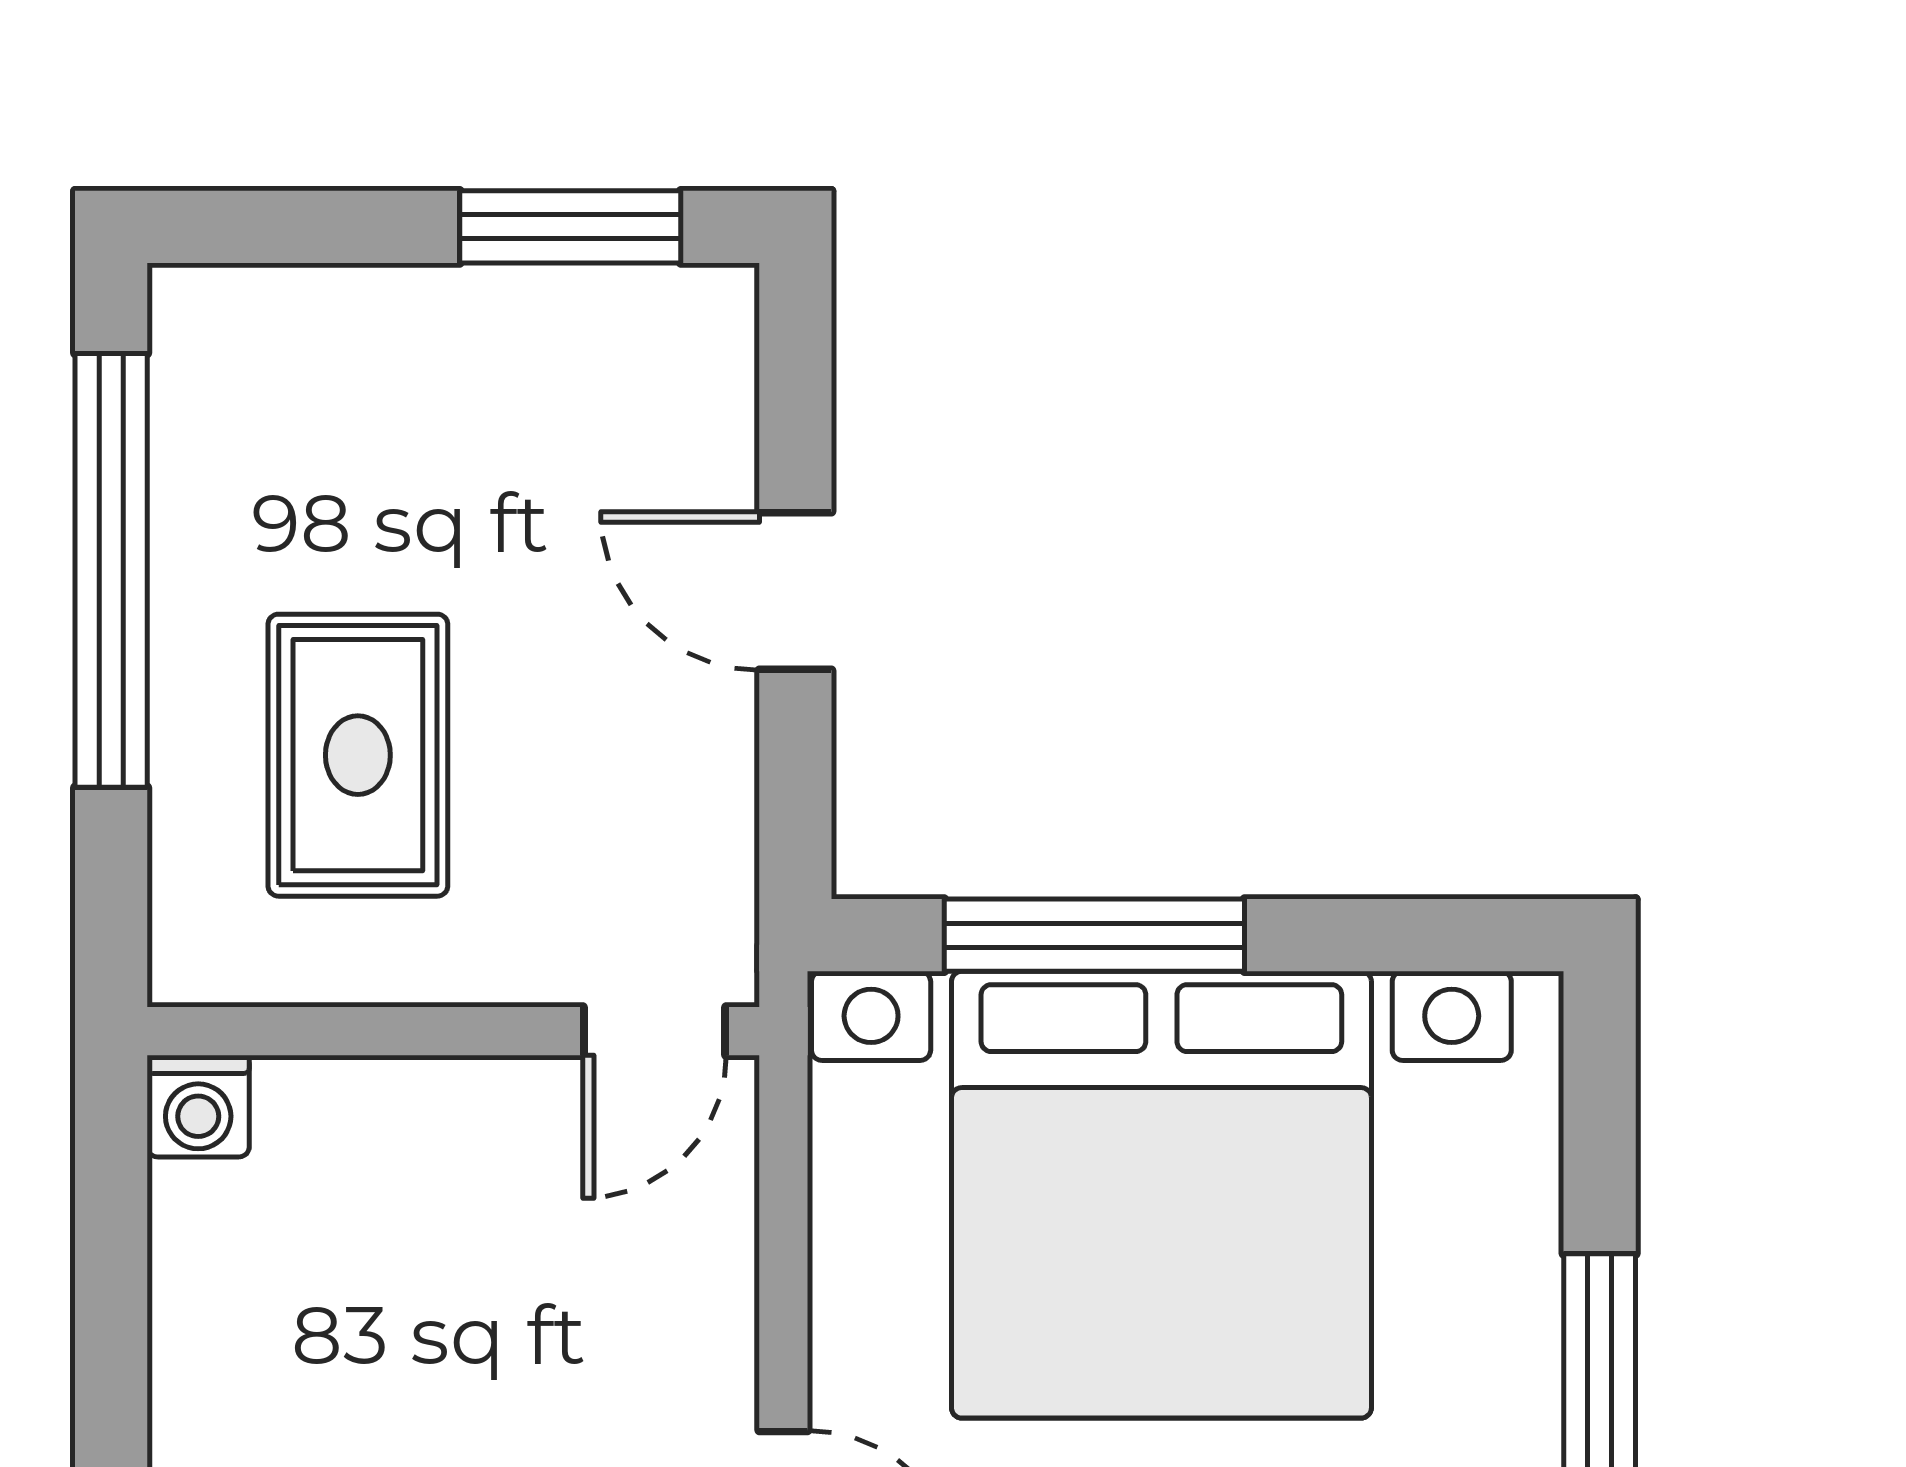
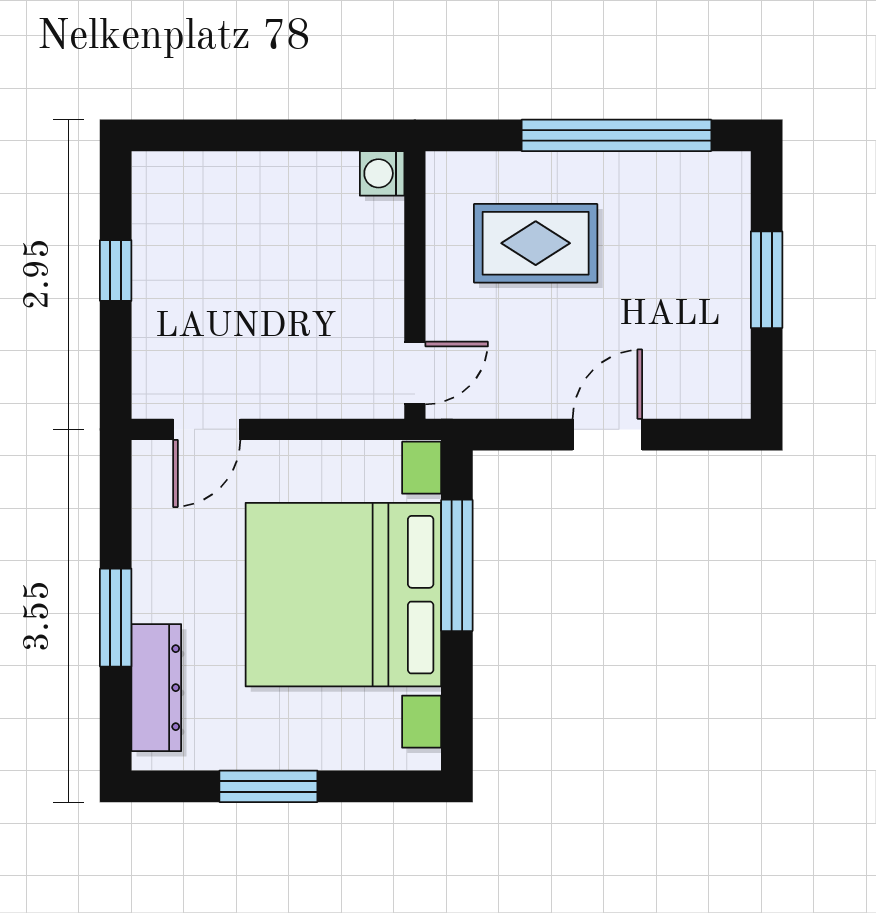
window: (570, 227) -> (767, 280), moved
door: (655, 1031) -> (415, 373), swing flipped

